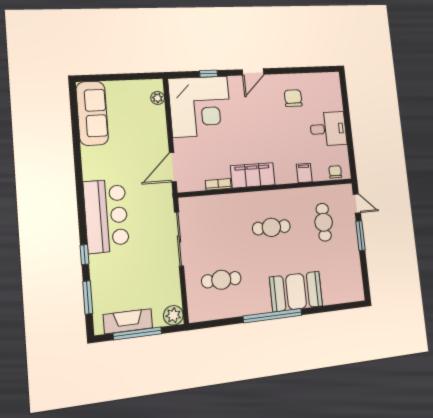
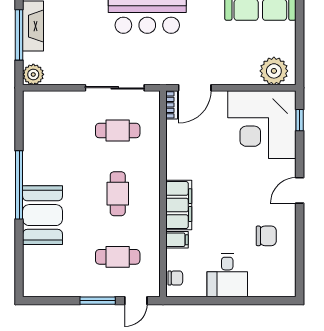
door: (253, 72) -> (300, 190), hinge flipped
window: (209, 74) -> (300, 120), moved
plant: (158, 98) -> (274, 71), width x1.87, depth x1.87
door: (173, 167) -> (195, 88), swing flipped
filing cabinet: (253, 175) -> (179, 205), moved
bookcase: (218, 184) -> (172, 105), moved
cafe table: (221, 280) -> (118, 131), moved, turned 90

